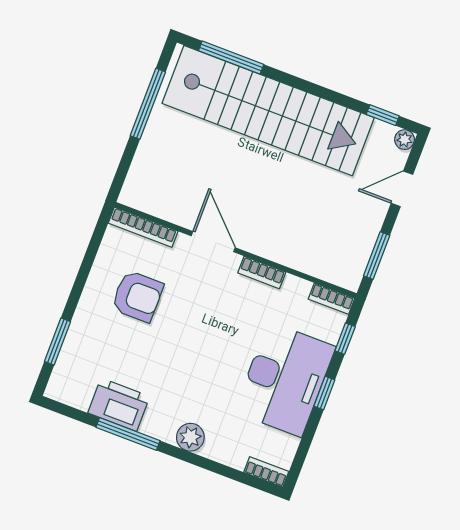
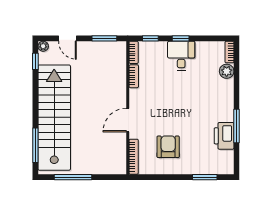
bookcase: (262, 272) -> (134, 76), moved
desk: (285, 379) -> (181, 56), width x0.53, depth x0.77
plant: (190, 437) -> (227, 71), moved

